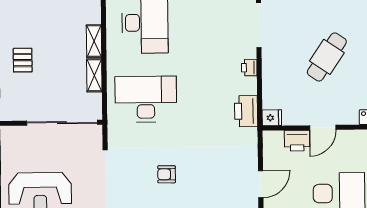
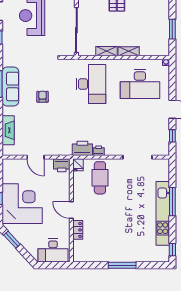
cafe table: (327, 57) -> (100, 178), moved, turned 56
printer: (249, 68) -> (99, 151), moved
door: (323, 128) -> (71, 210), moved
printer: (297, 141) -> (62, 165), moved, turned -90

